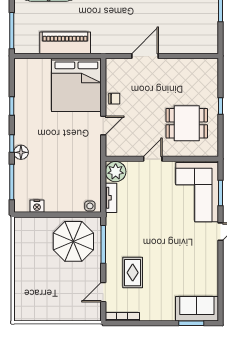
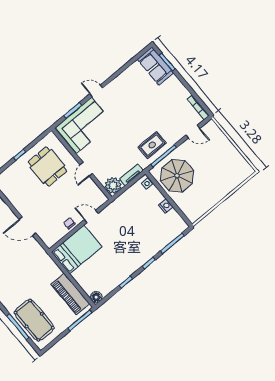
piano: (65, 43) -> (70, 294), moved
bed: (76, 85) -> (77, 249), width x0.73
floor lamp: (21, 152) -> (96, 297), moved
door: (153, 159) -> (86, 169), hinge flipped
nightstand: (37, 206) -> (166, 206), moved
rug: (133, 273) -> (152, 145), moved

